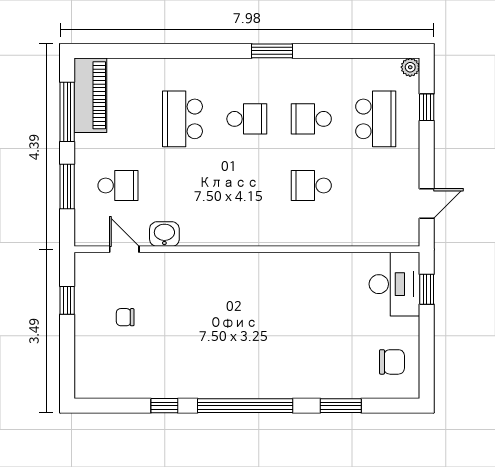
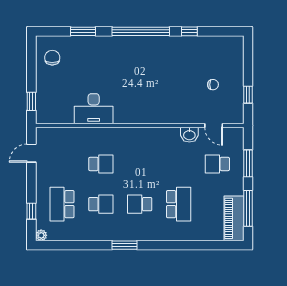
desk: (394, 284) -> (94, 109), moved, turned -90
chair: (392, 362) -> (52, 58), turned 90

